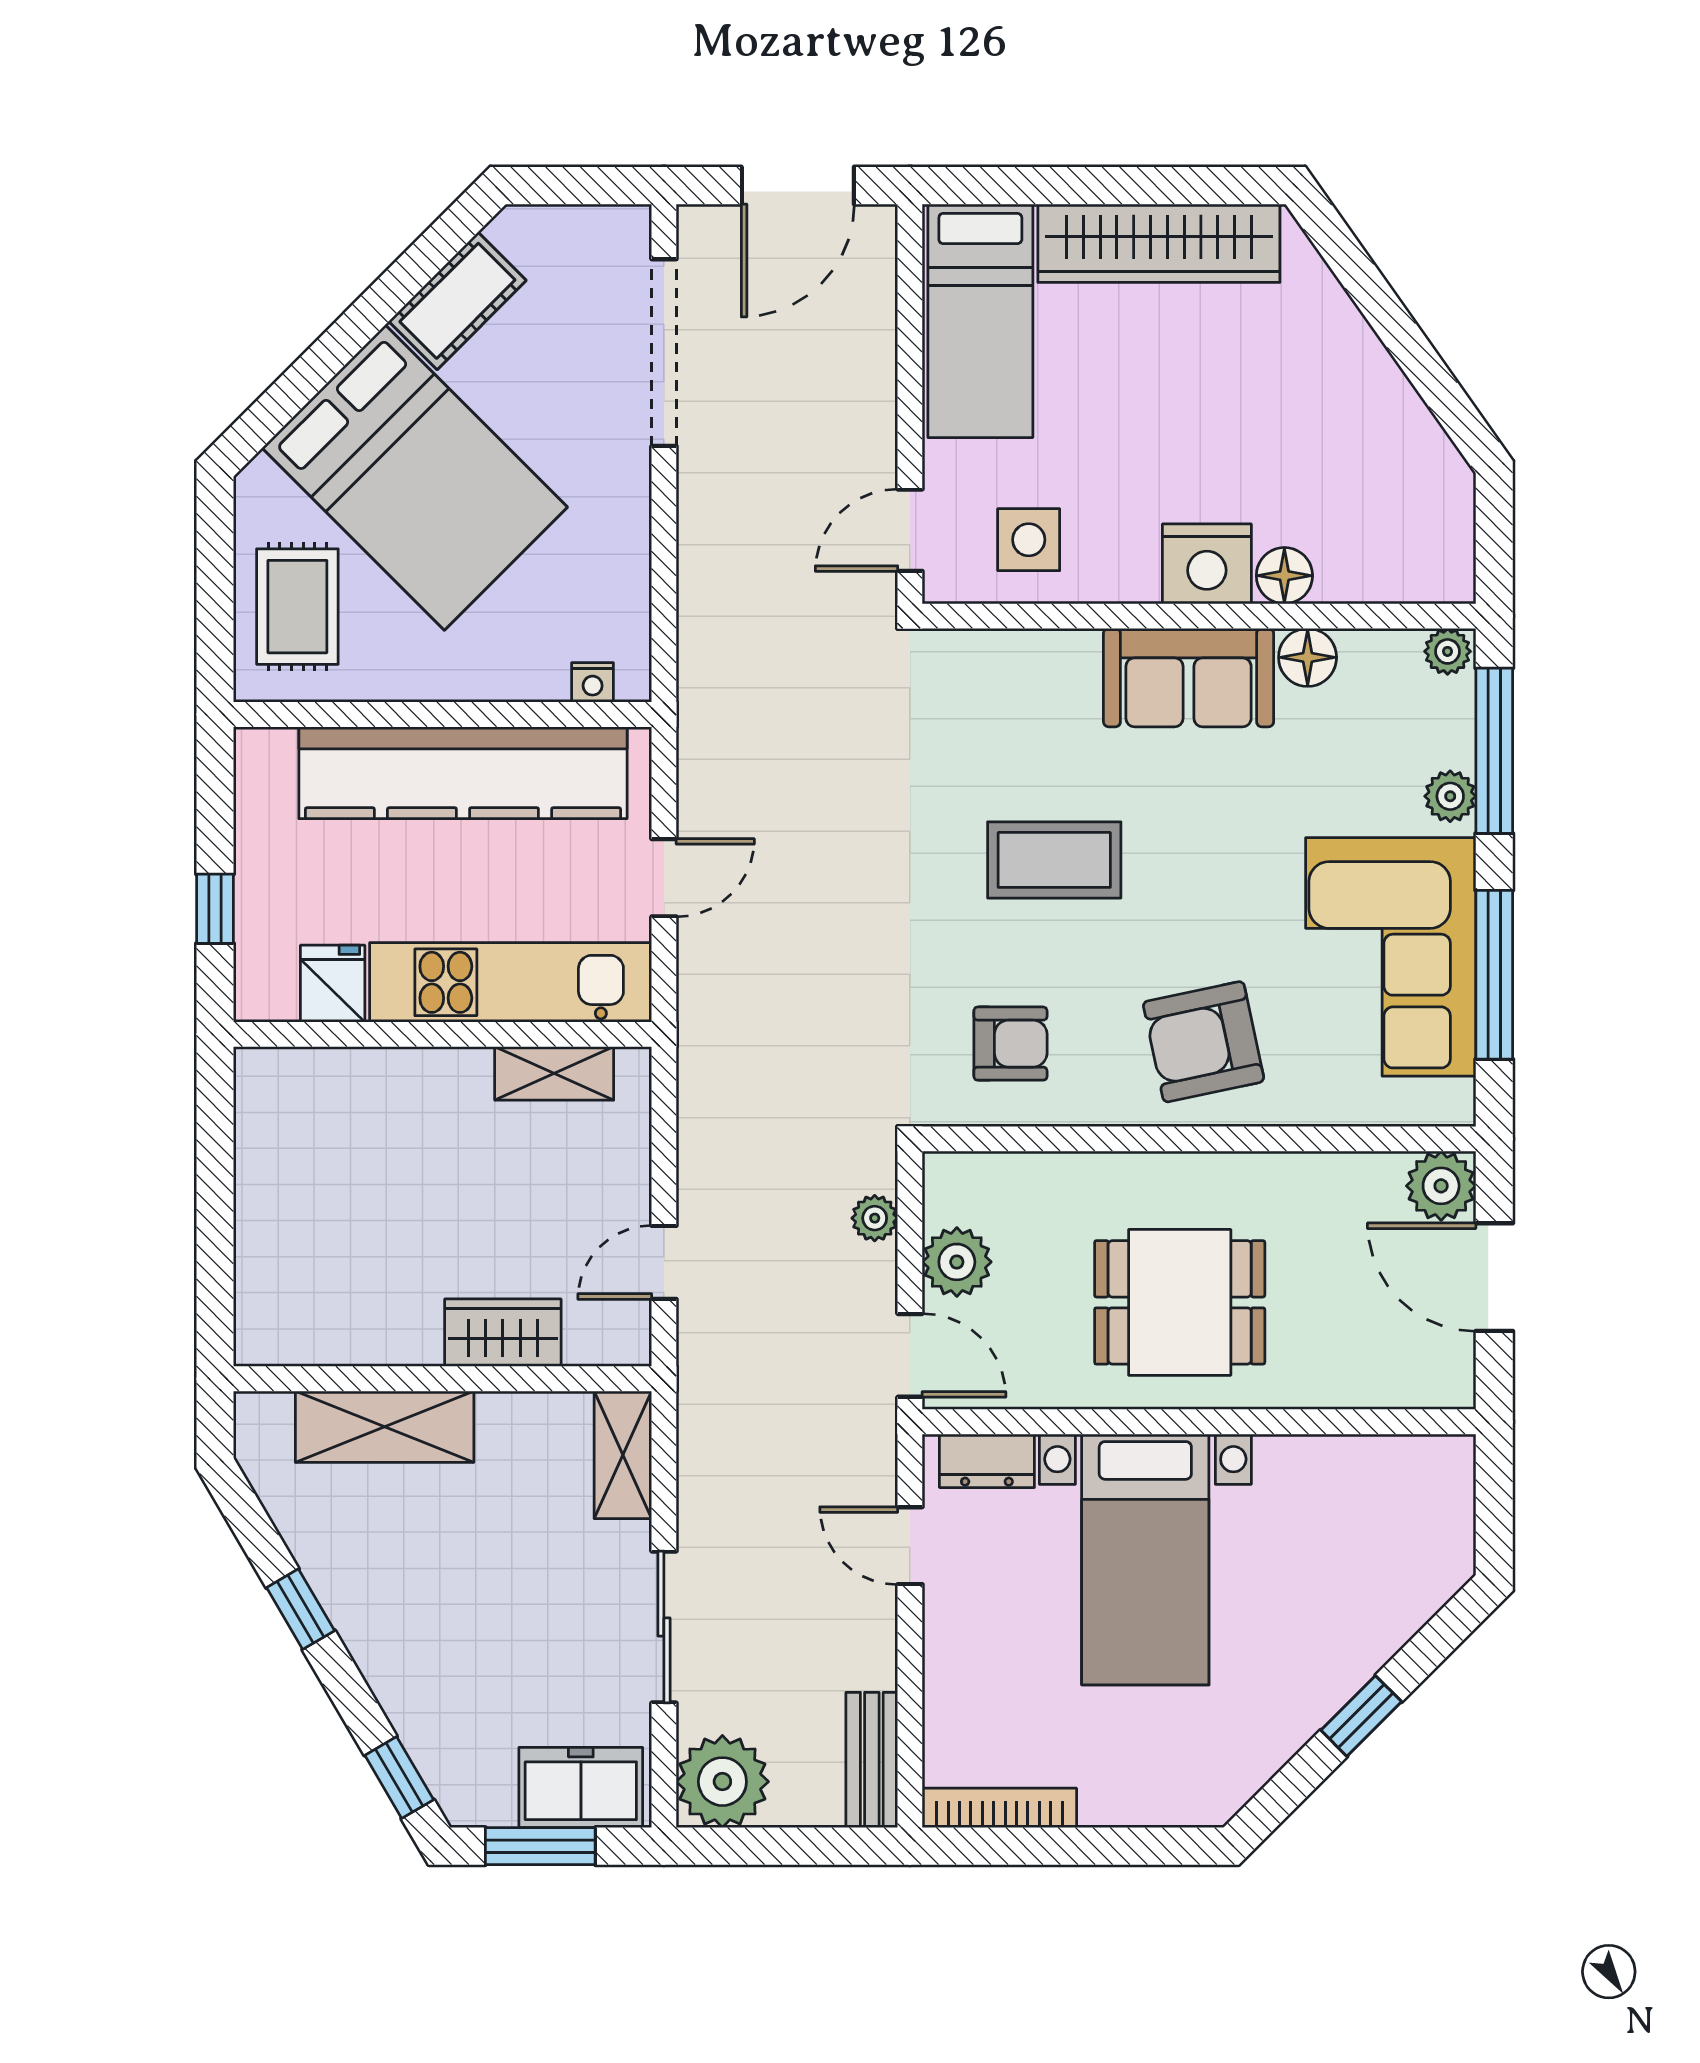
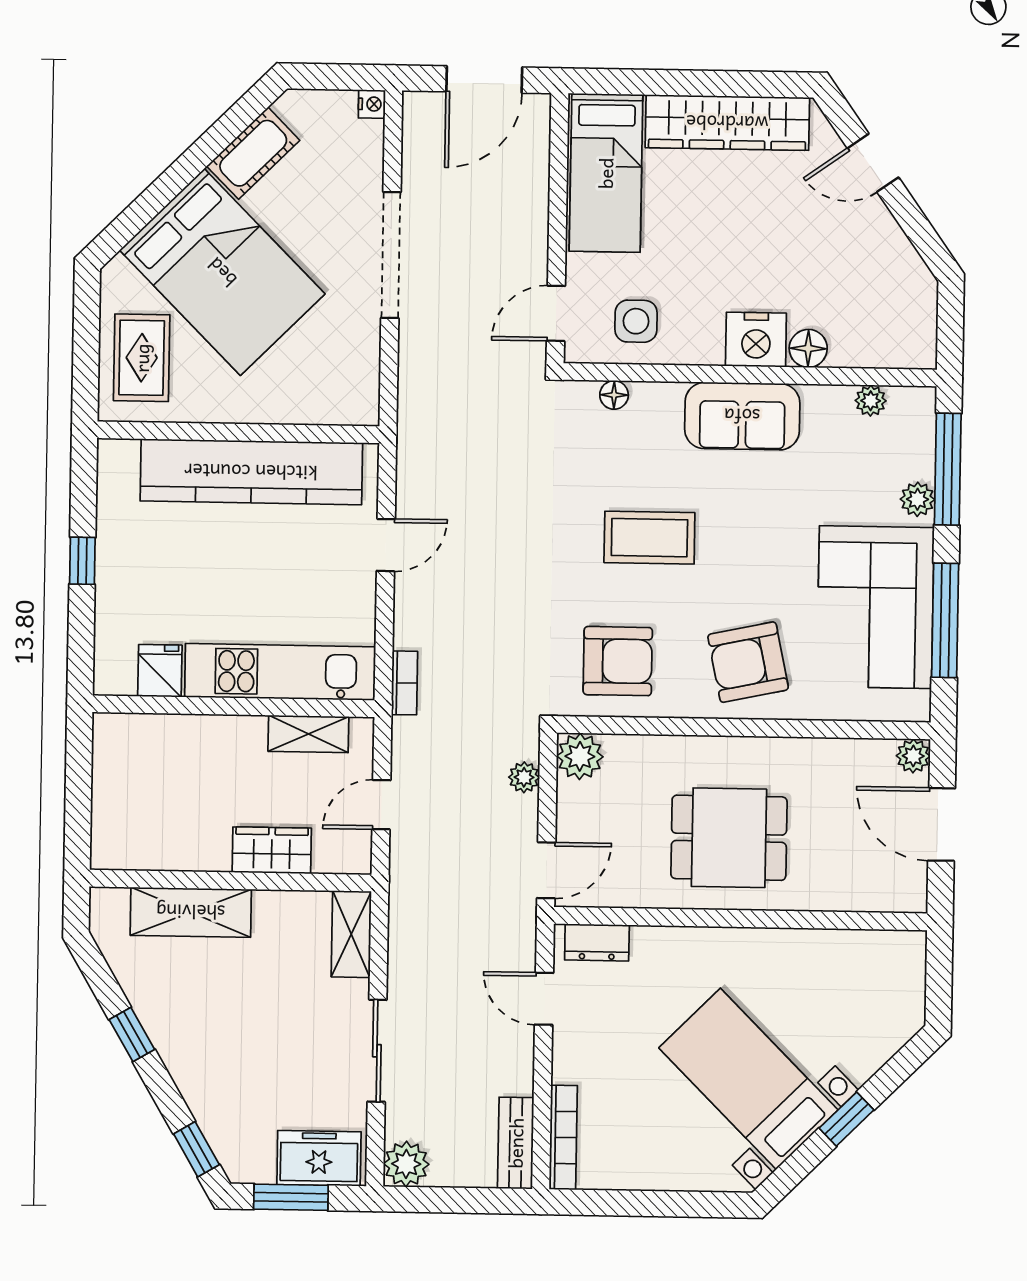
door: (1376, 299) -> (873, 163), added
doorway: (664, 353) -> (391, 255), moved
plant: (1448, 651) -> (871, 401), moved
floor lamp: (1308, 657) -> (614, 395), moved, width x0.73, depth x0.73
nightstand: (593, 682) -> (372, 104), moved, turned -90
kitchen unit: (511, 982) -> (280, 672), moved
fridge: (333, 984) -> (160, 671), moved
wall: (443, 1034) -> (233, 706), moved
armchair: (1010, 1044) -> (618, 661), width x1.38, depth x1.38
shelving: (554, 1073) -> (308, 734), moved
bookcase: (695, 1082) -> (404, 683), added
plant: (1441, 1186) -> (913, 756), width x0.73, depth x0.73
plant: (957, 1262) -> (580, 756), moved
door: (910, 1355) -> (546, 870), hinge flipped
bed with nightstands: (1145, 1560) -> (748, 1079), moved, turned 135
plant: (722, 1782) -> (406, 1164), width x0.73, depth x0.73
bookcase: (999, 1808) -> (563, 1137), moved, turned 90

